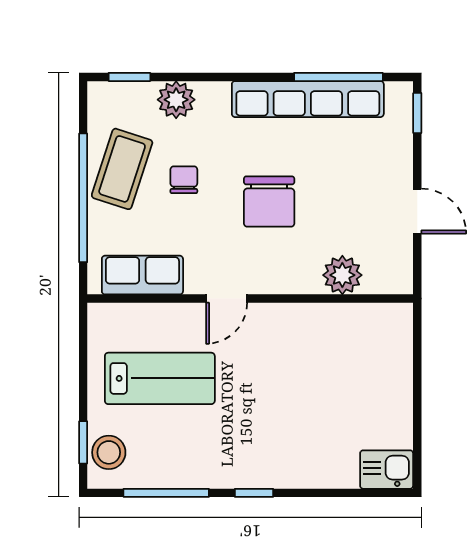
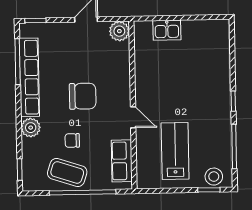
plant: (176, 100) -> (31, 128), moved
plant: (342, 275) -> (119, 31), moved
kitchen sink: (387, 470) -> (167, 30), moved, turned -90

